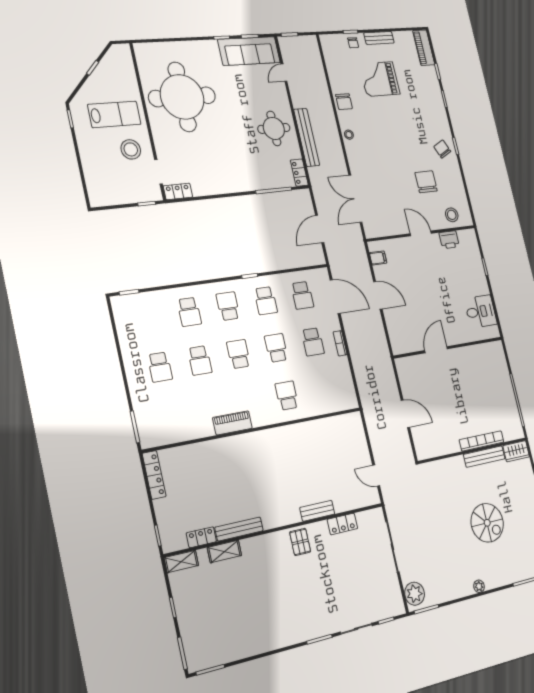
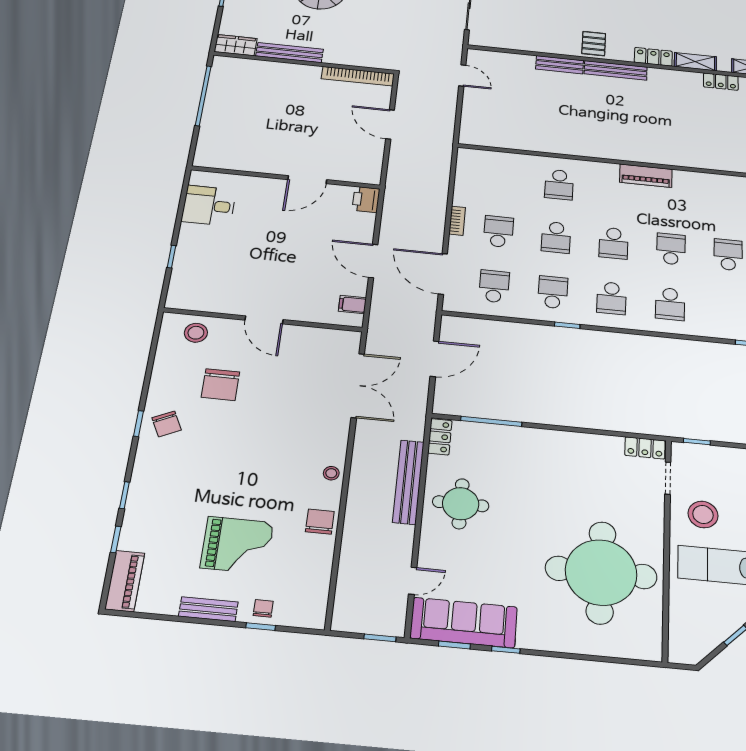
printer: (449, 240) -> (366, 200), moved, turned -90
school desk: (189, 312) -> (670, 304), turned 180
bookcase: (482, 441) -> (358, 76), moved
locker: (342, 524) -> (653, 57), moved
bench: (239, 529) -> (616, 70), moved

